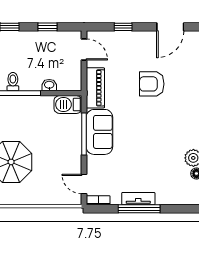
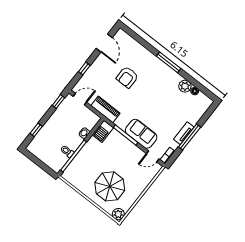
window: (47, 27) -> (58, 101), moved
sofa: (99, 132) -> (141, 134), moved

